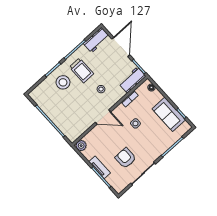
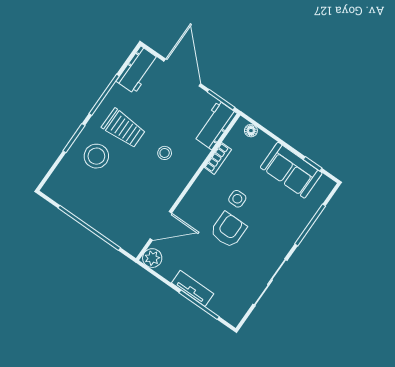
door: (103, 117) -> (161, 226), moved
armchair: (126, 158) -> (228, 230), moved, turned 90

